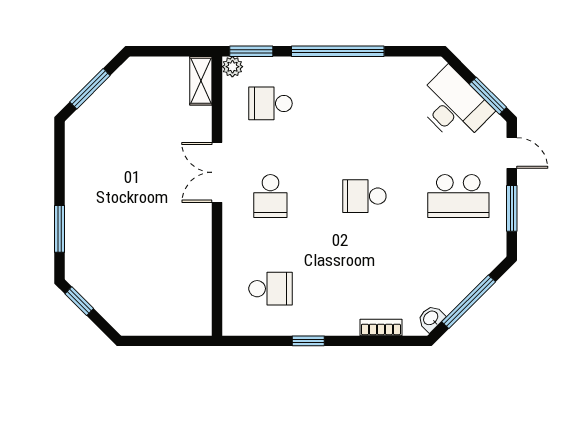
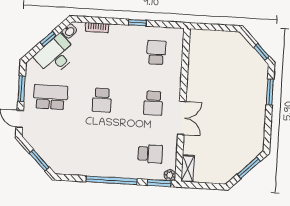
window: (488, 96) -> (39, 160), moved
desk: (454, 106) -> (56, 55), moved, turned 90
school desk: (270, 196) -> (153, 103), turned 180
school desk: (364, 196) -> (102, 100), turned 90
school desk: (270, 289) -> (156, 52), turned 90
window: (469, 302) -> (48, 39), width x0.46

